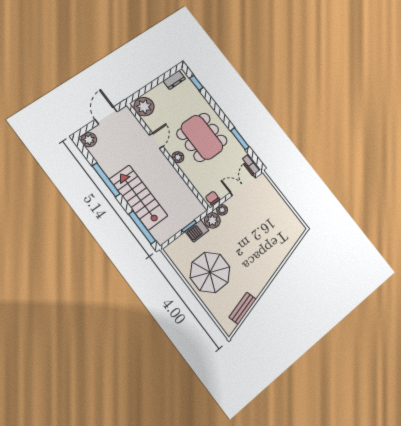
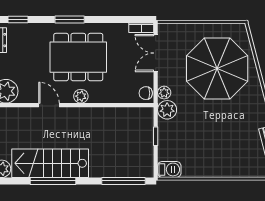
window: (240, 139) -> (70, 20), moved
stairs: (139, 198) -> (50, 163), moved
barbecue: (197, 231) -> (169, 169), moved, turned -90
parasol: (210, 272) -> (217, 68), moved, width x1.36, depth x1.36

